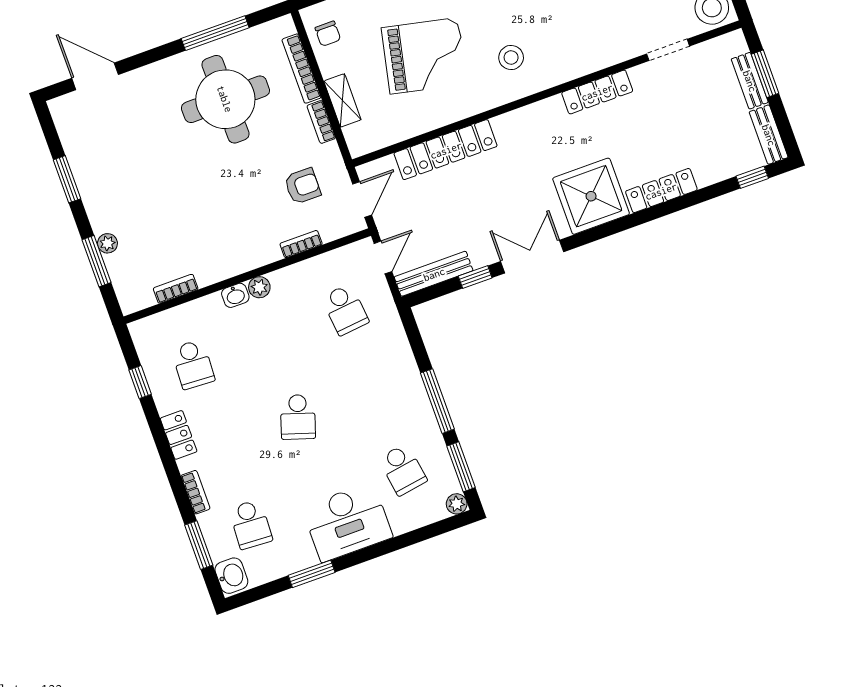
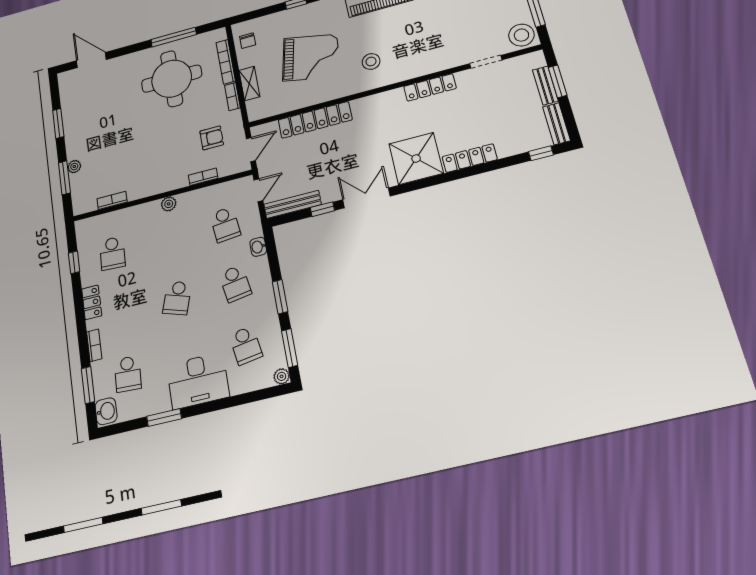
washbasin: (235, 295) -> (258, 247), moved, turned 90
school desk: (374, 390) -> (235, 284), added
window: (437, 401) -> (280, 297), width x0.69

